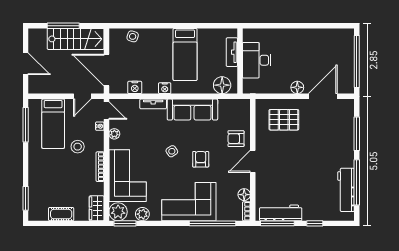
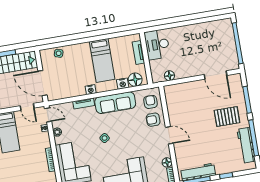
desk: (257, 60) -> (157, 45), moved
nightstand: (135, 87) -> (123, 84), moved
floor lamp: (297, 87) -> (169, 76), moved
door: (82, 96) -> (27, 107), hinge flipped
door: (323, 96) -> (215, 75), swing flipped
pallet: (284, 120) -> (227, 117), moved
stool: (78, 147) -> (30, 147), removed
armchair: (201, 159) -> (151, 102), moved
door: (253, 161) -> (169, 135), swing flipped

